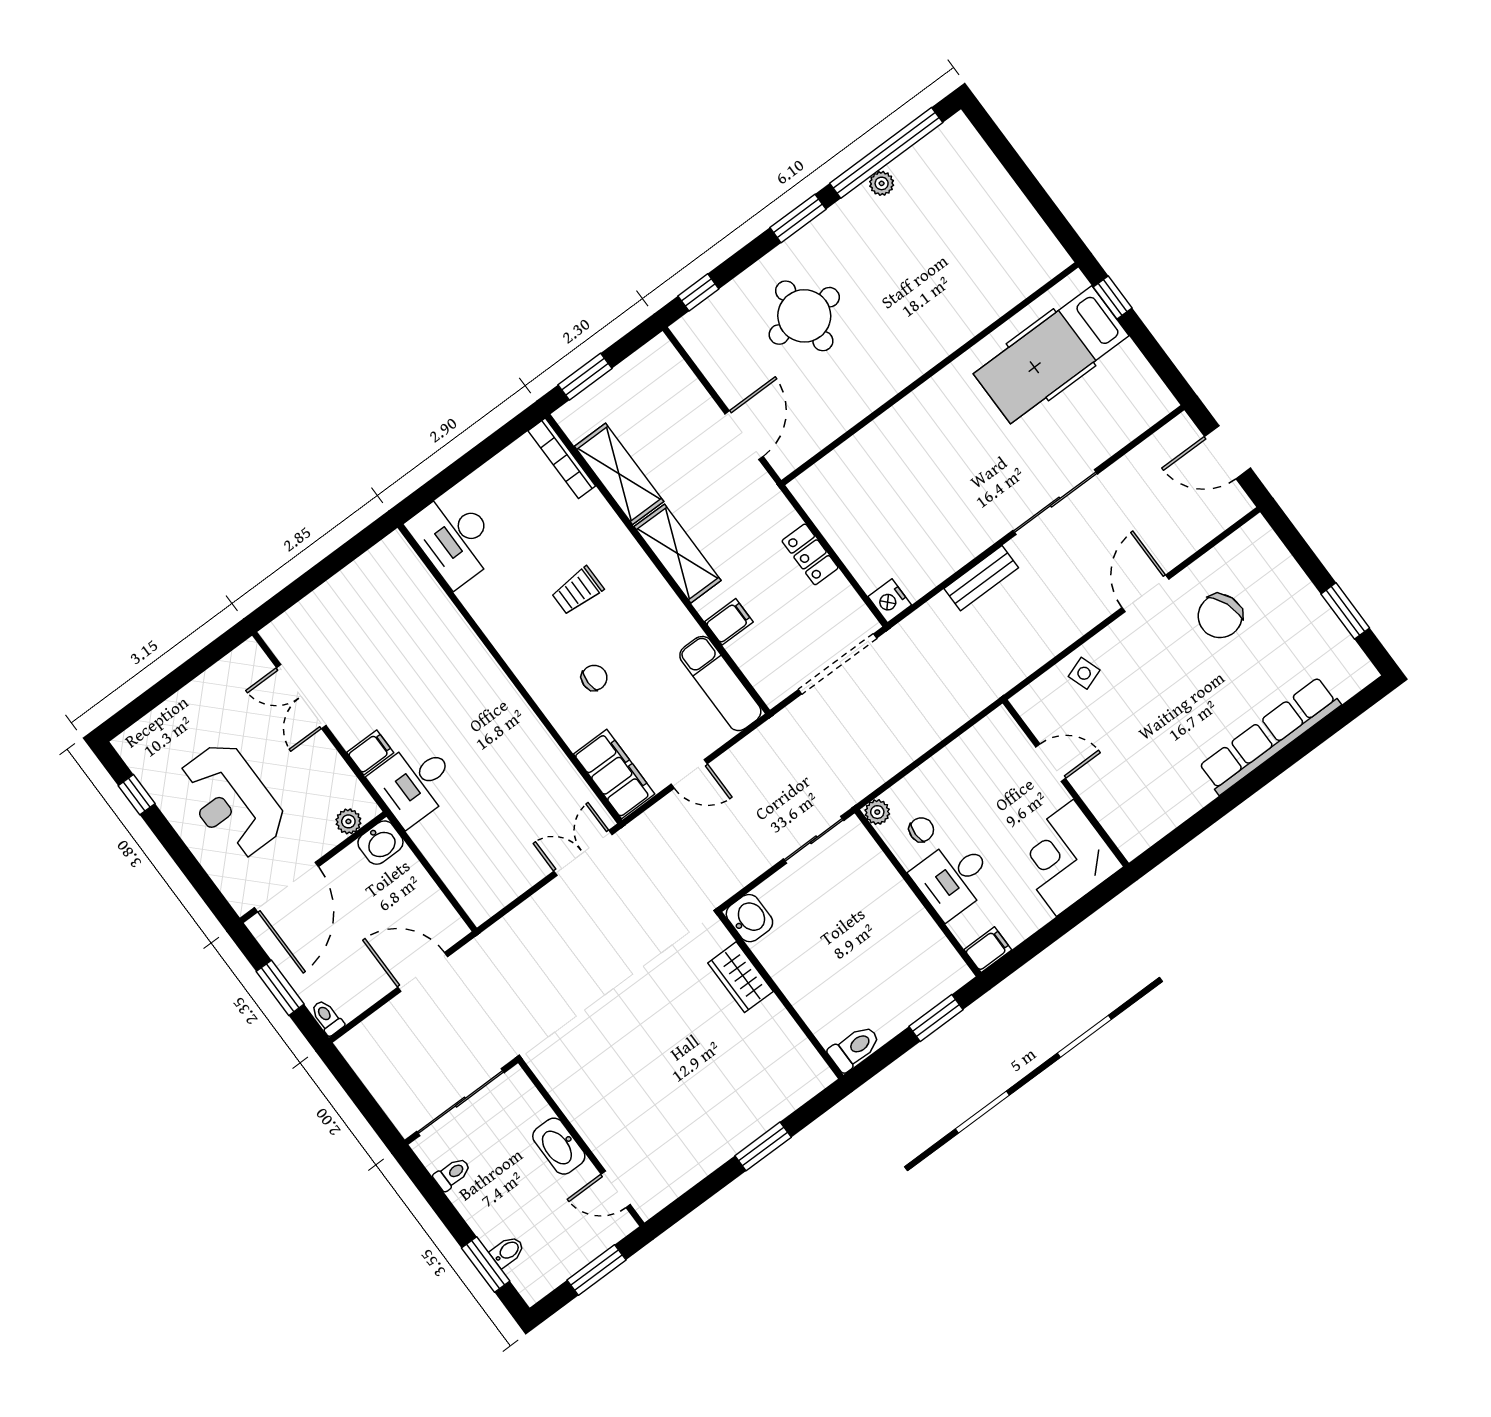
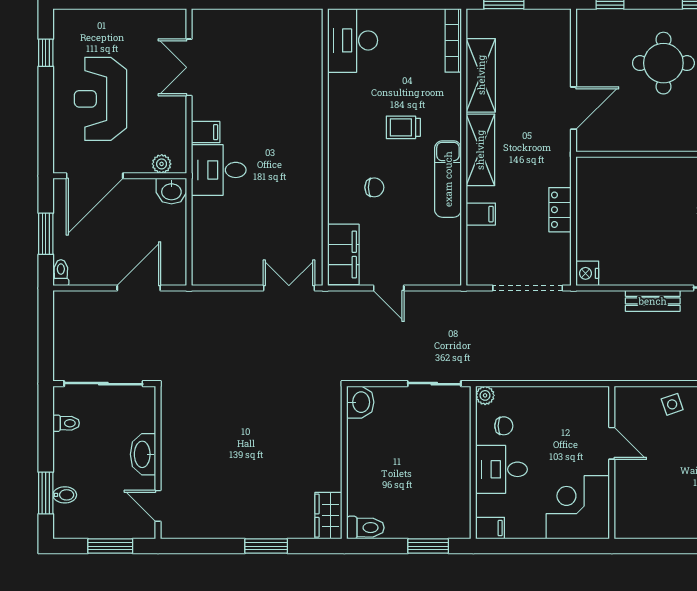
exam couch: (720, 684) -> (448, 179), moved
door: (423, 972) -> (139, 288), hinge flipped
wardrobe: (740, 977) -> (328, 516), moved

